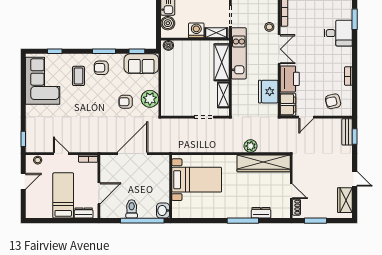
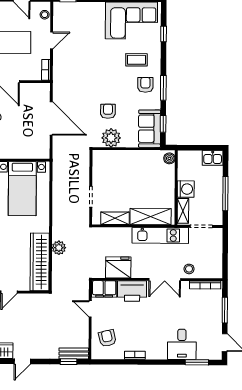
boiler: (168, 23) -> (194, 158), removed

